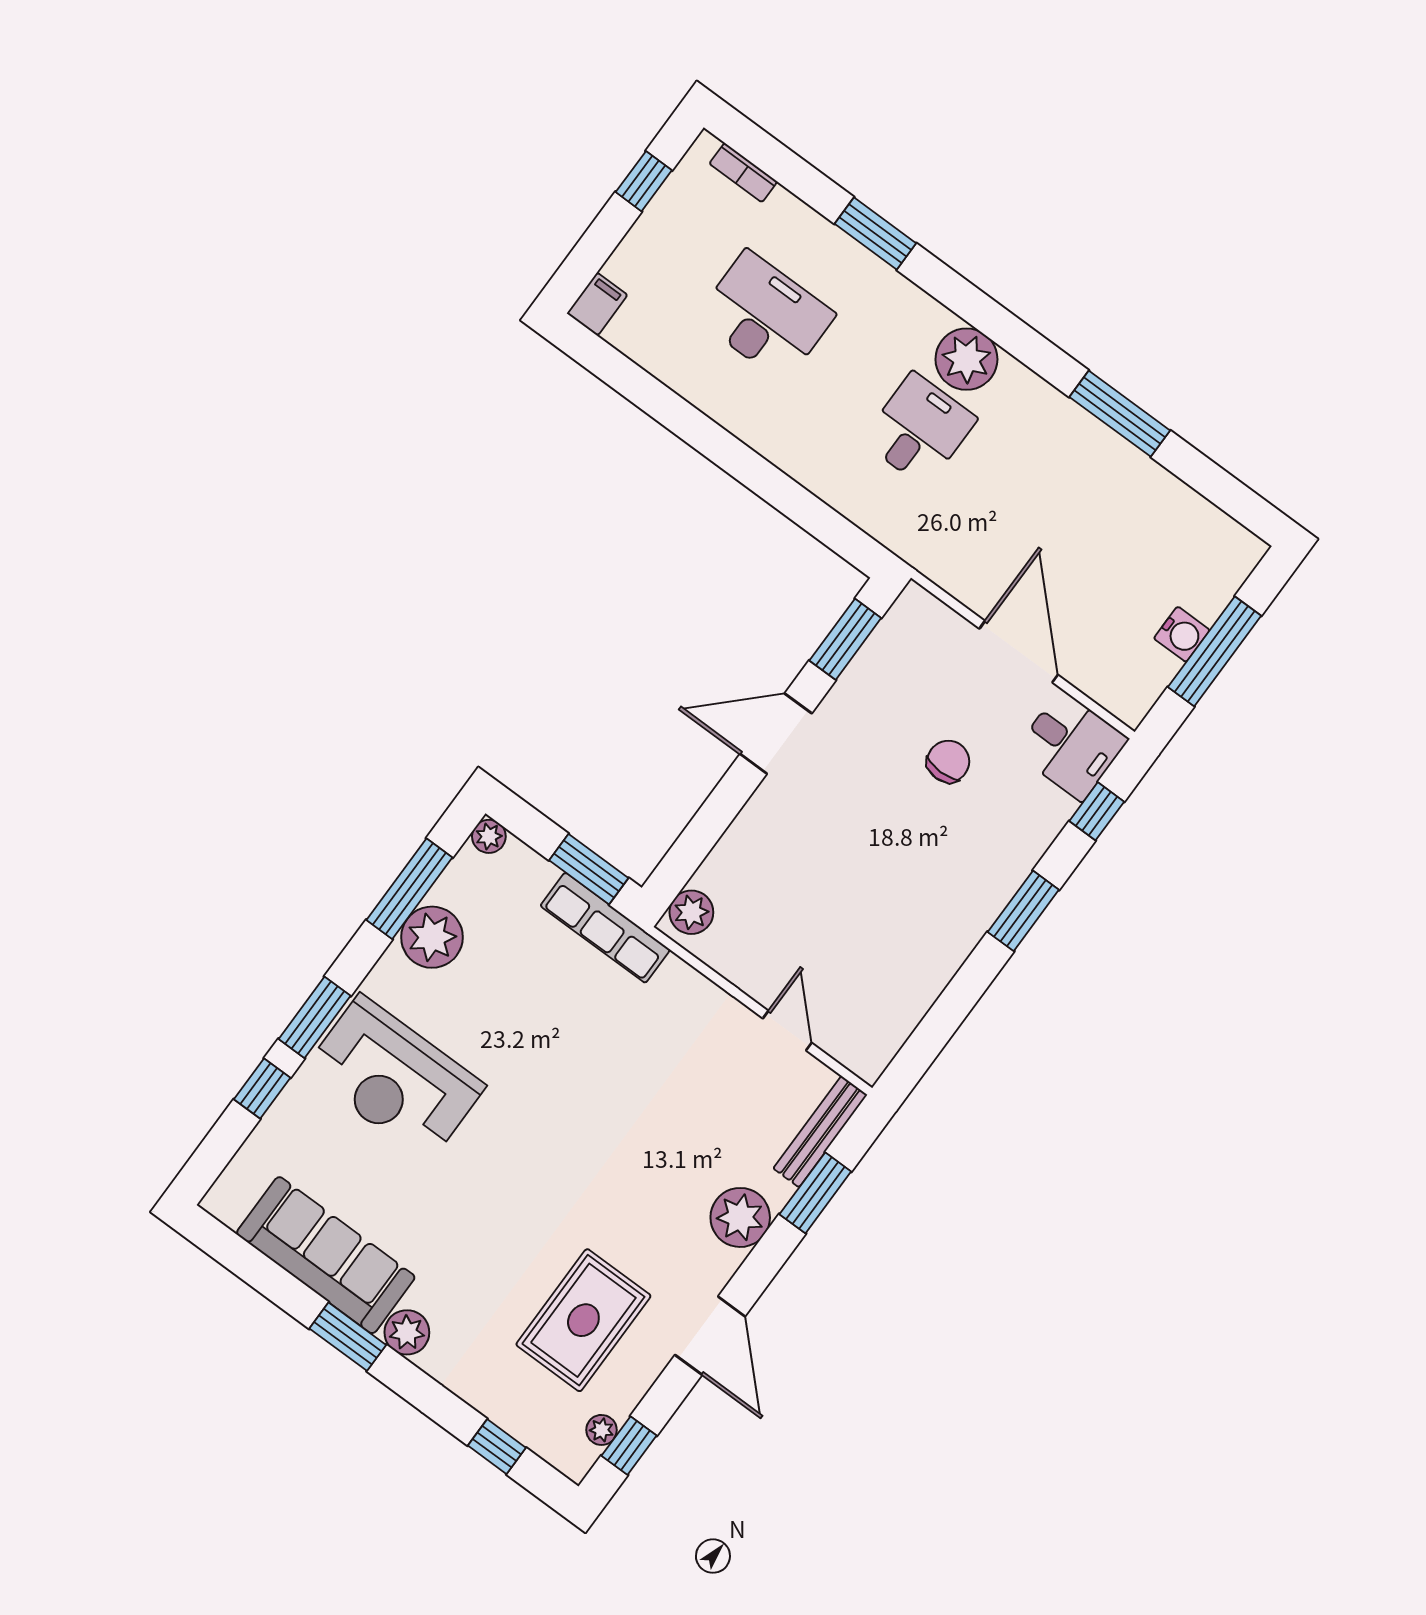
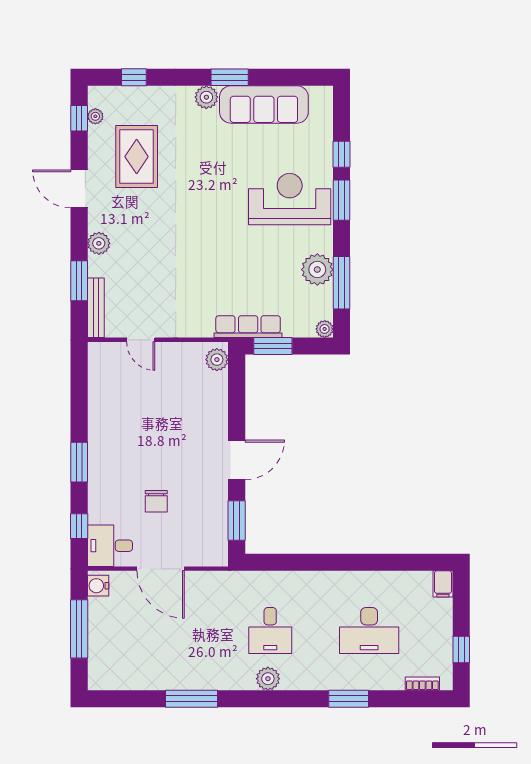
plant: (966, 359) -> (268, 679), width x0.73, depth x0.73
water cooler: (1182, 634) -> (98, 586), moved
plant: (740, 1217) -> (99, 243), width x0.73, depth x0.73

